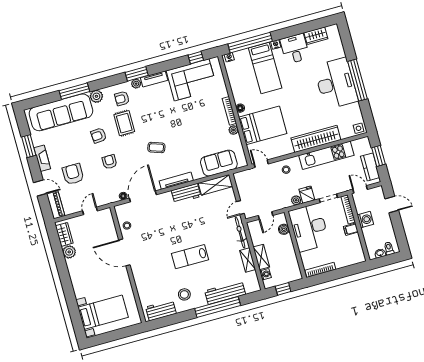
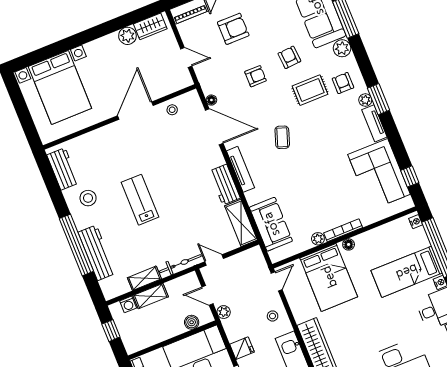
plant: (296, 200) -> (224, 312), moved
bed with nightstands: (103, 312) -> (60, 87), width x1.36

